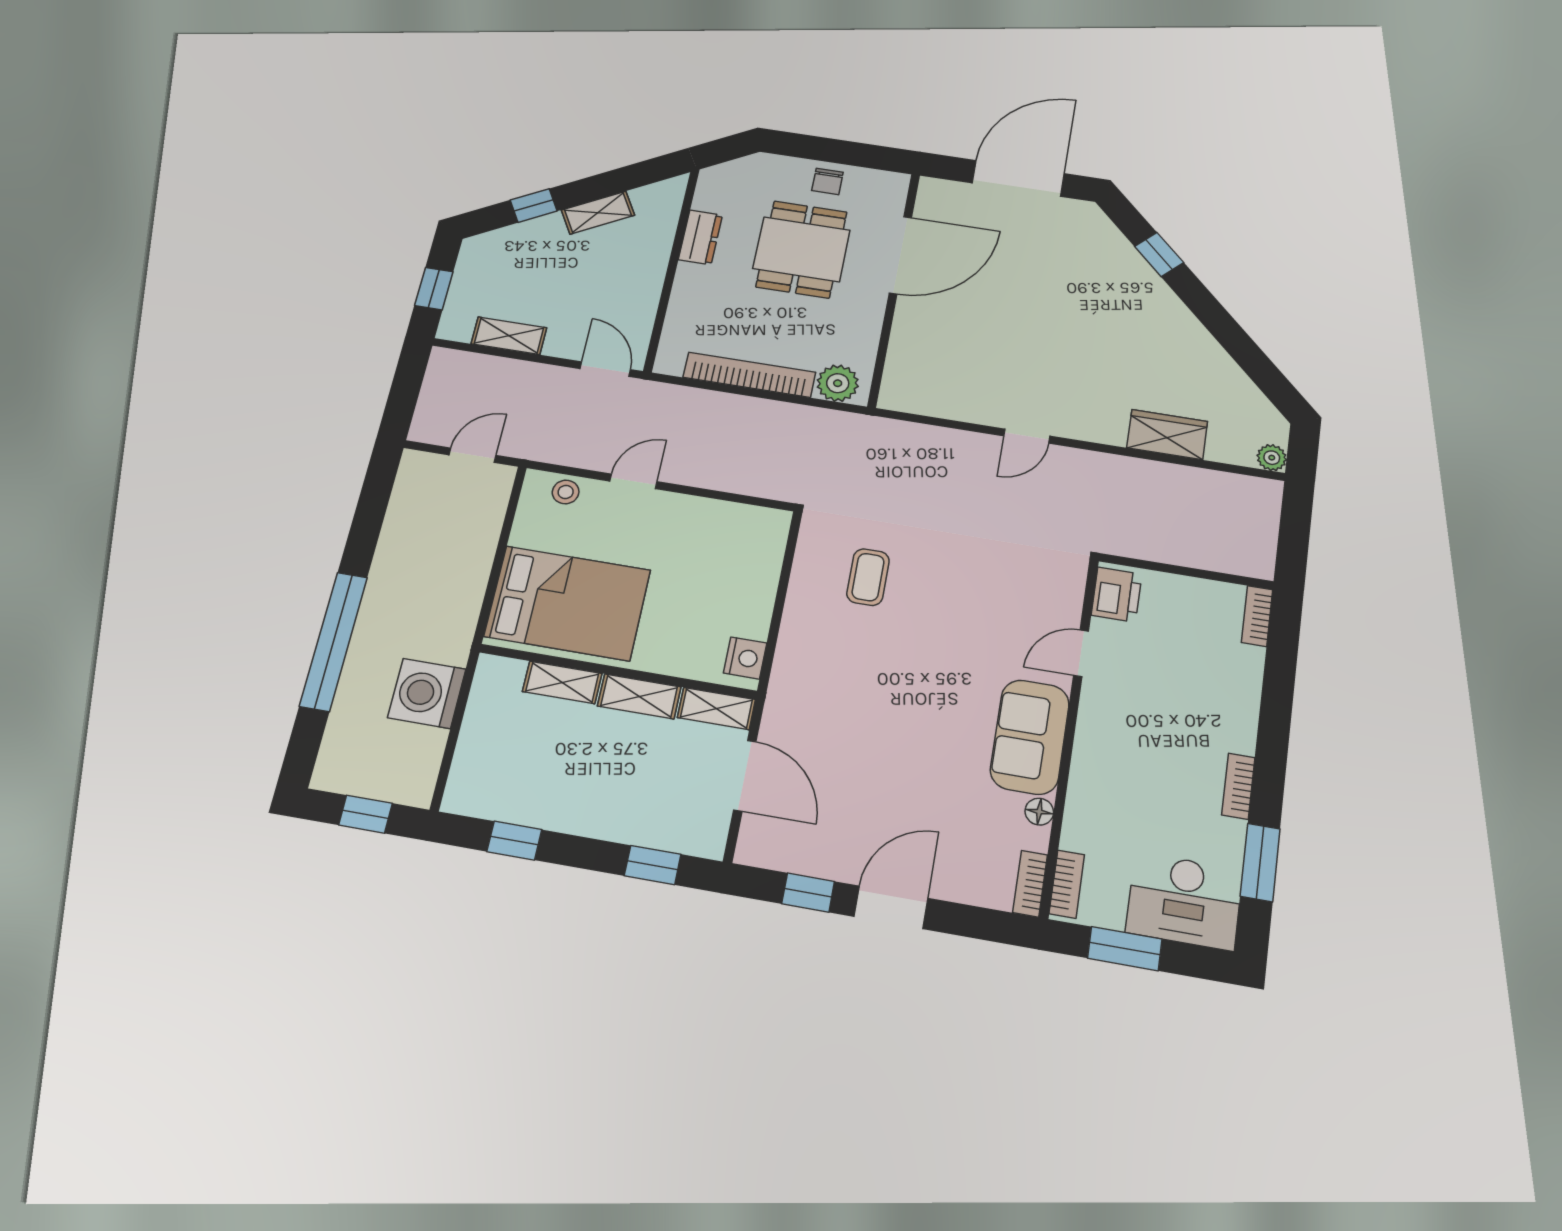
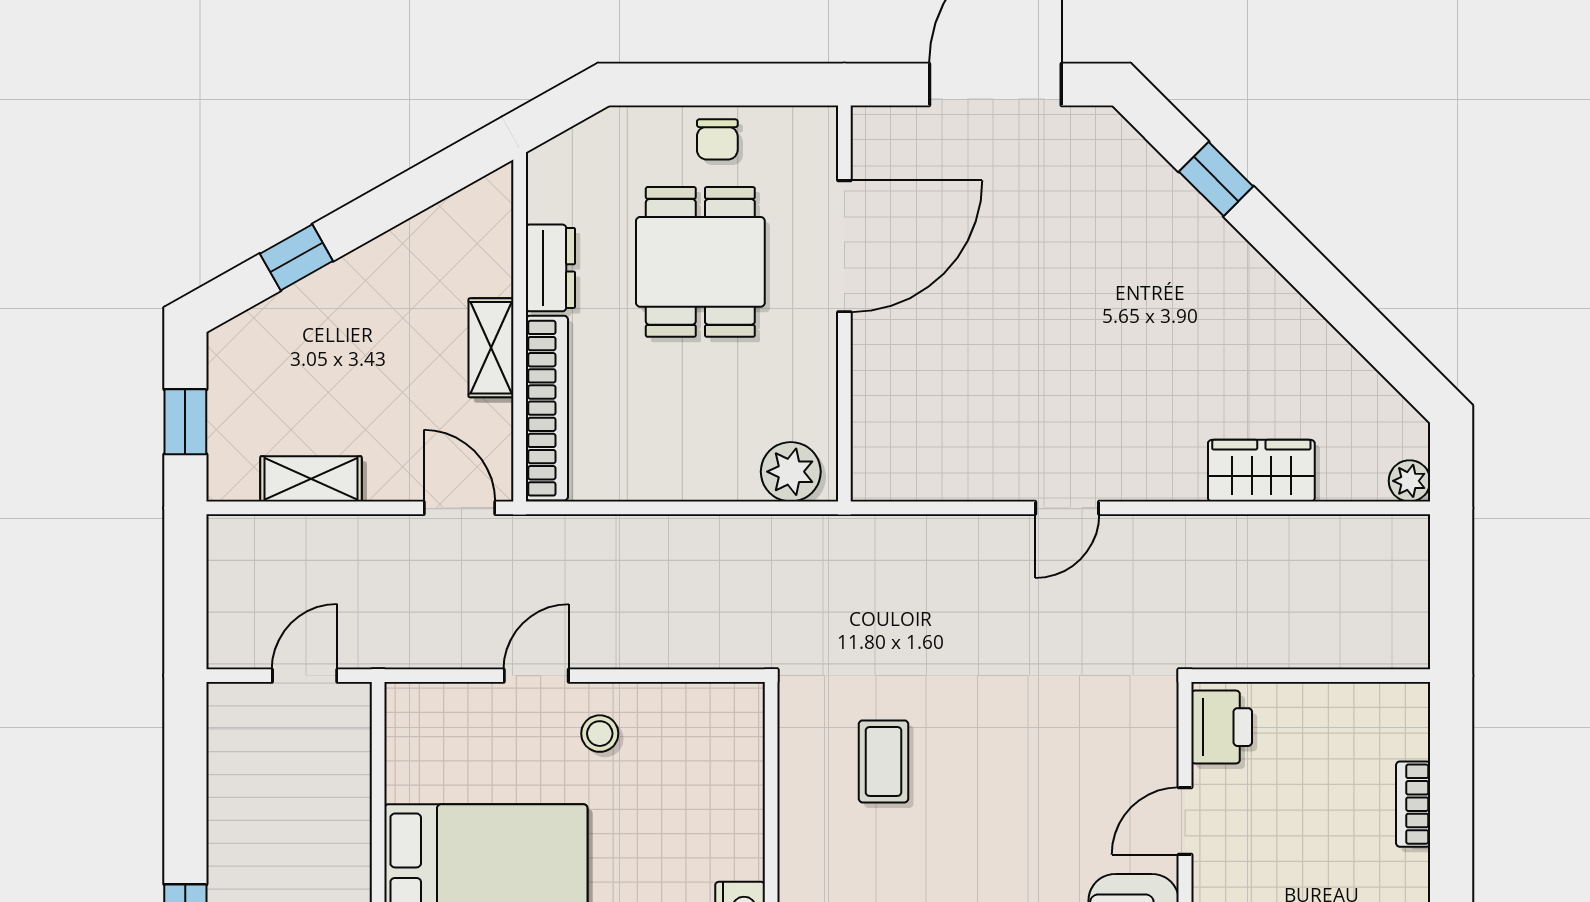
shelving: (598, 213) -> (491, 348), moved, turned -61
bookcase: (749, 375) -> (547, 408), moved, turned 90
stool: (566, 492) -> (600, 734), moved
bookcase: (1257, 616) -> (1413, 804), moved

